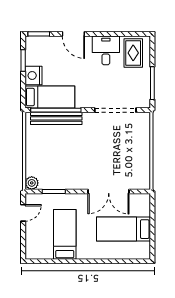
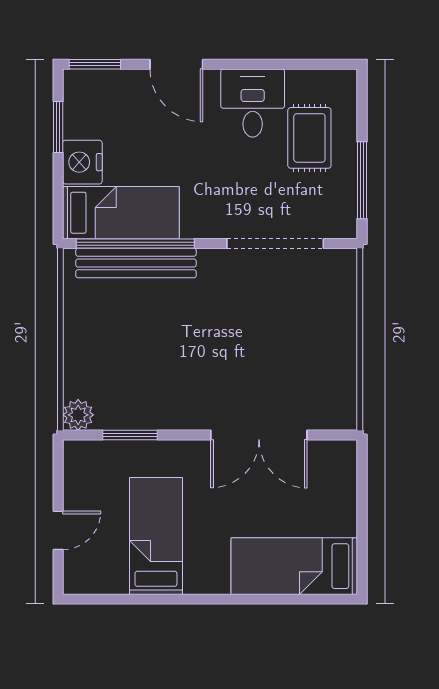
rug: (133, 53) -> (309, 138), moved
door: (23, 213) -> (58, 530), moved
bed: (124, 229) -> (294, 566), moved

